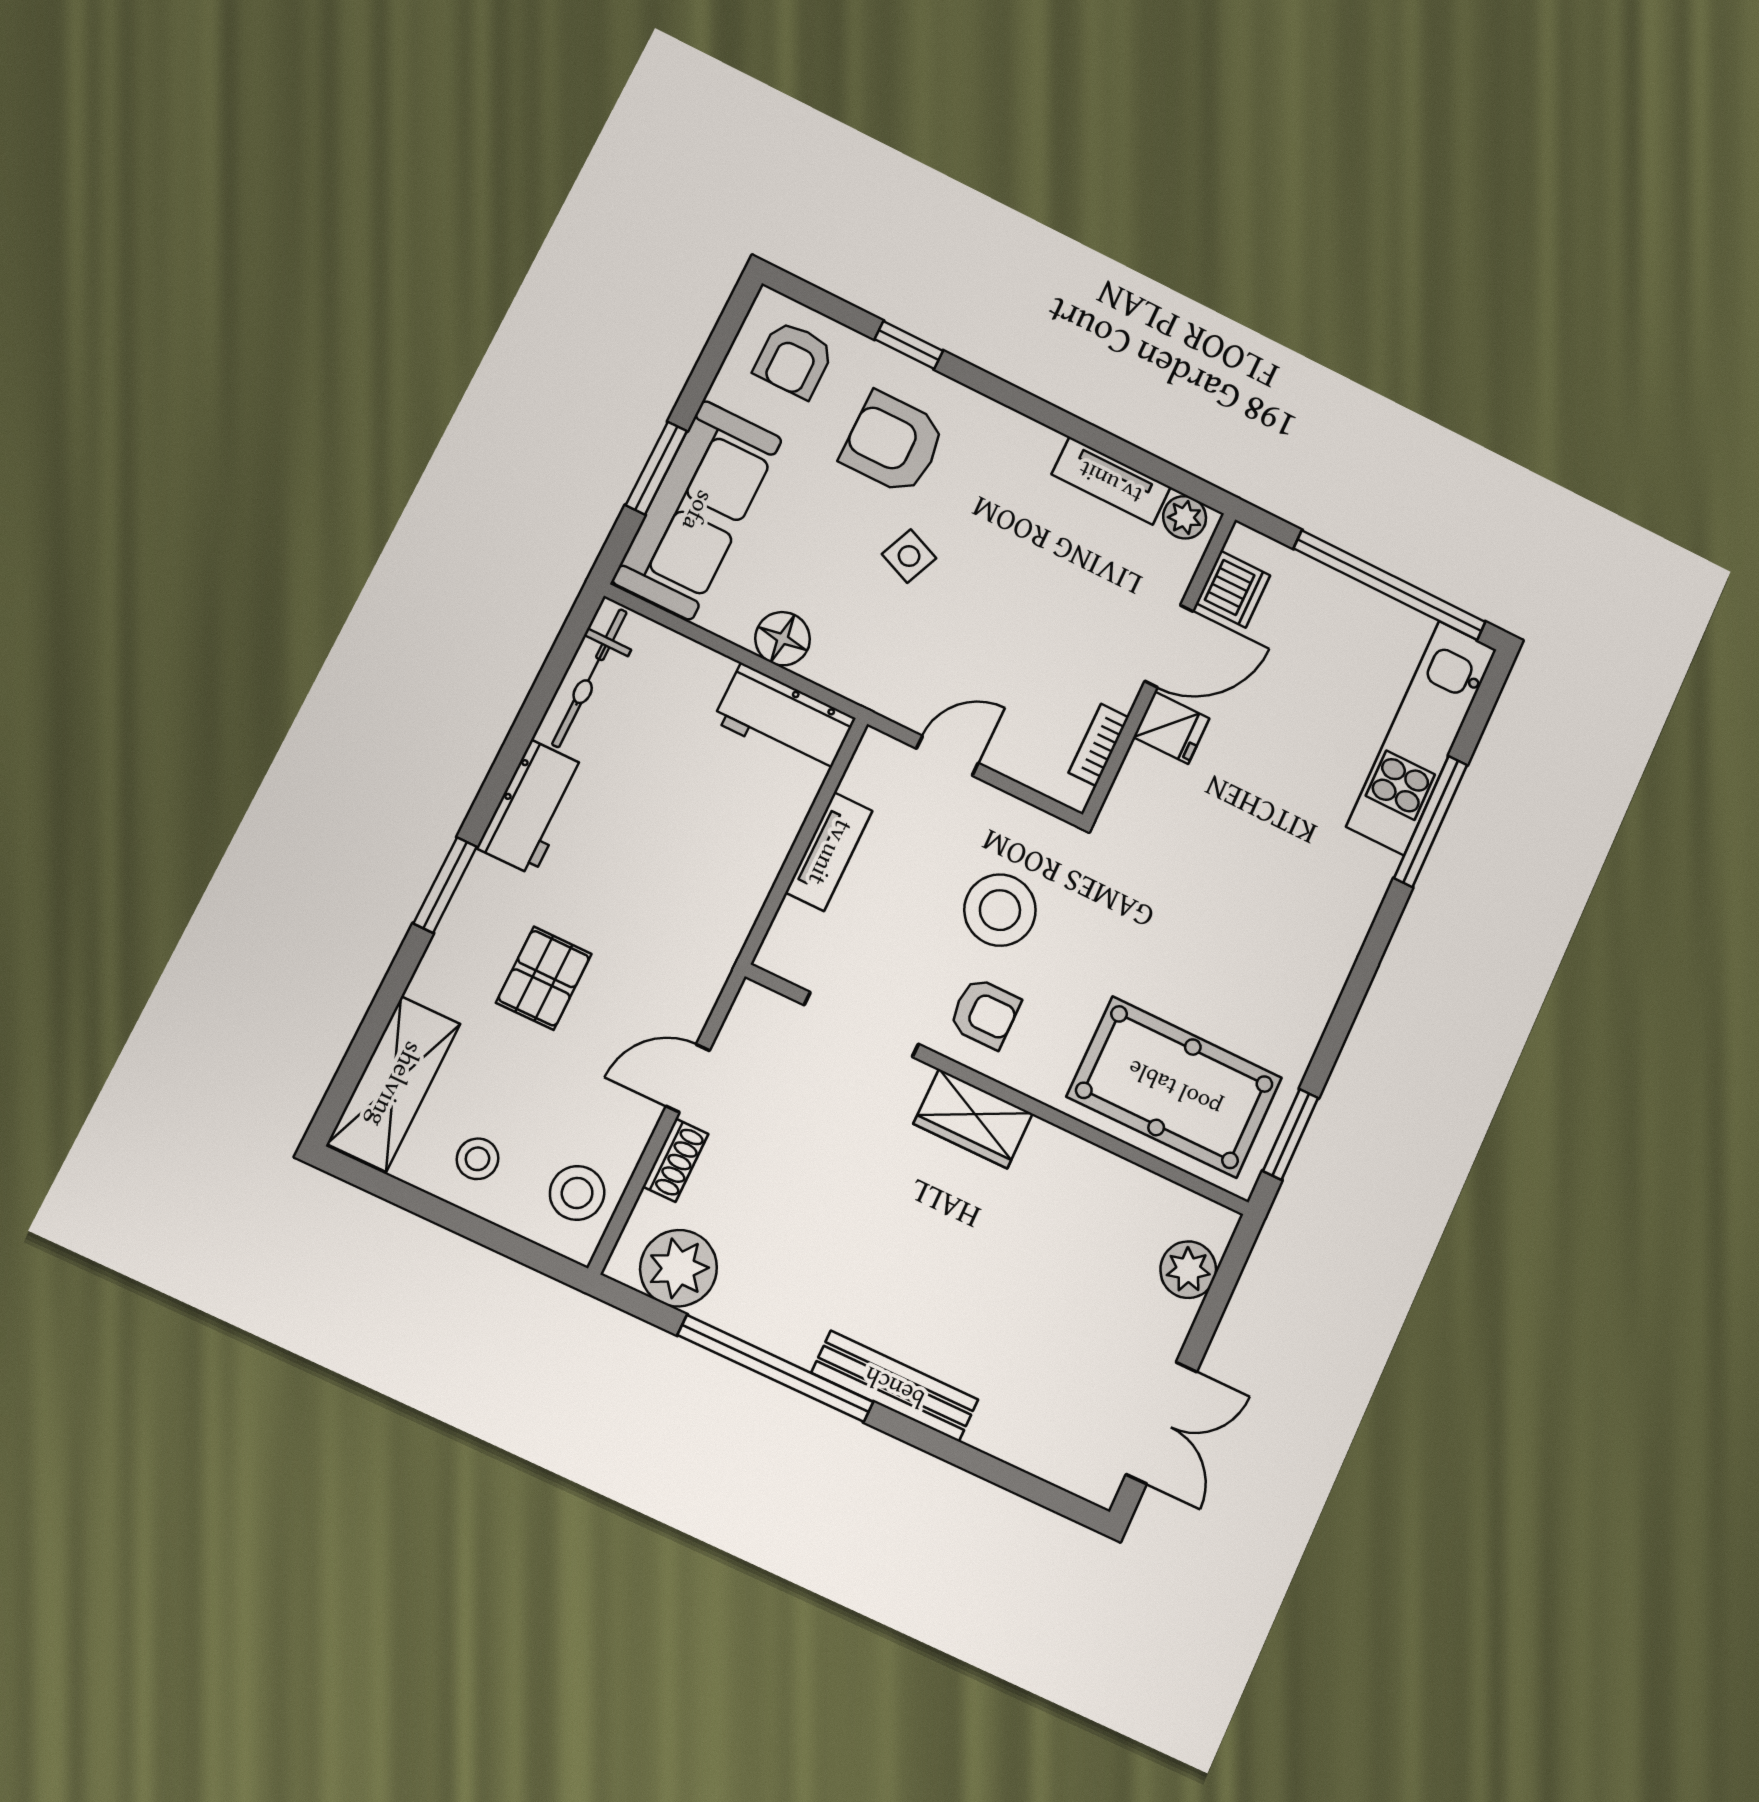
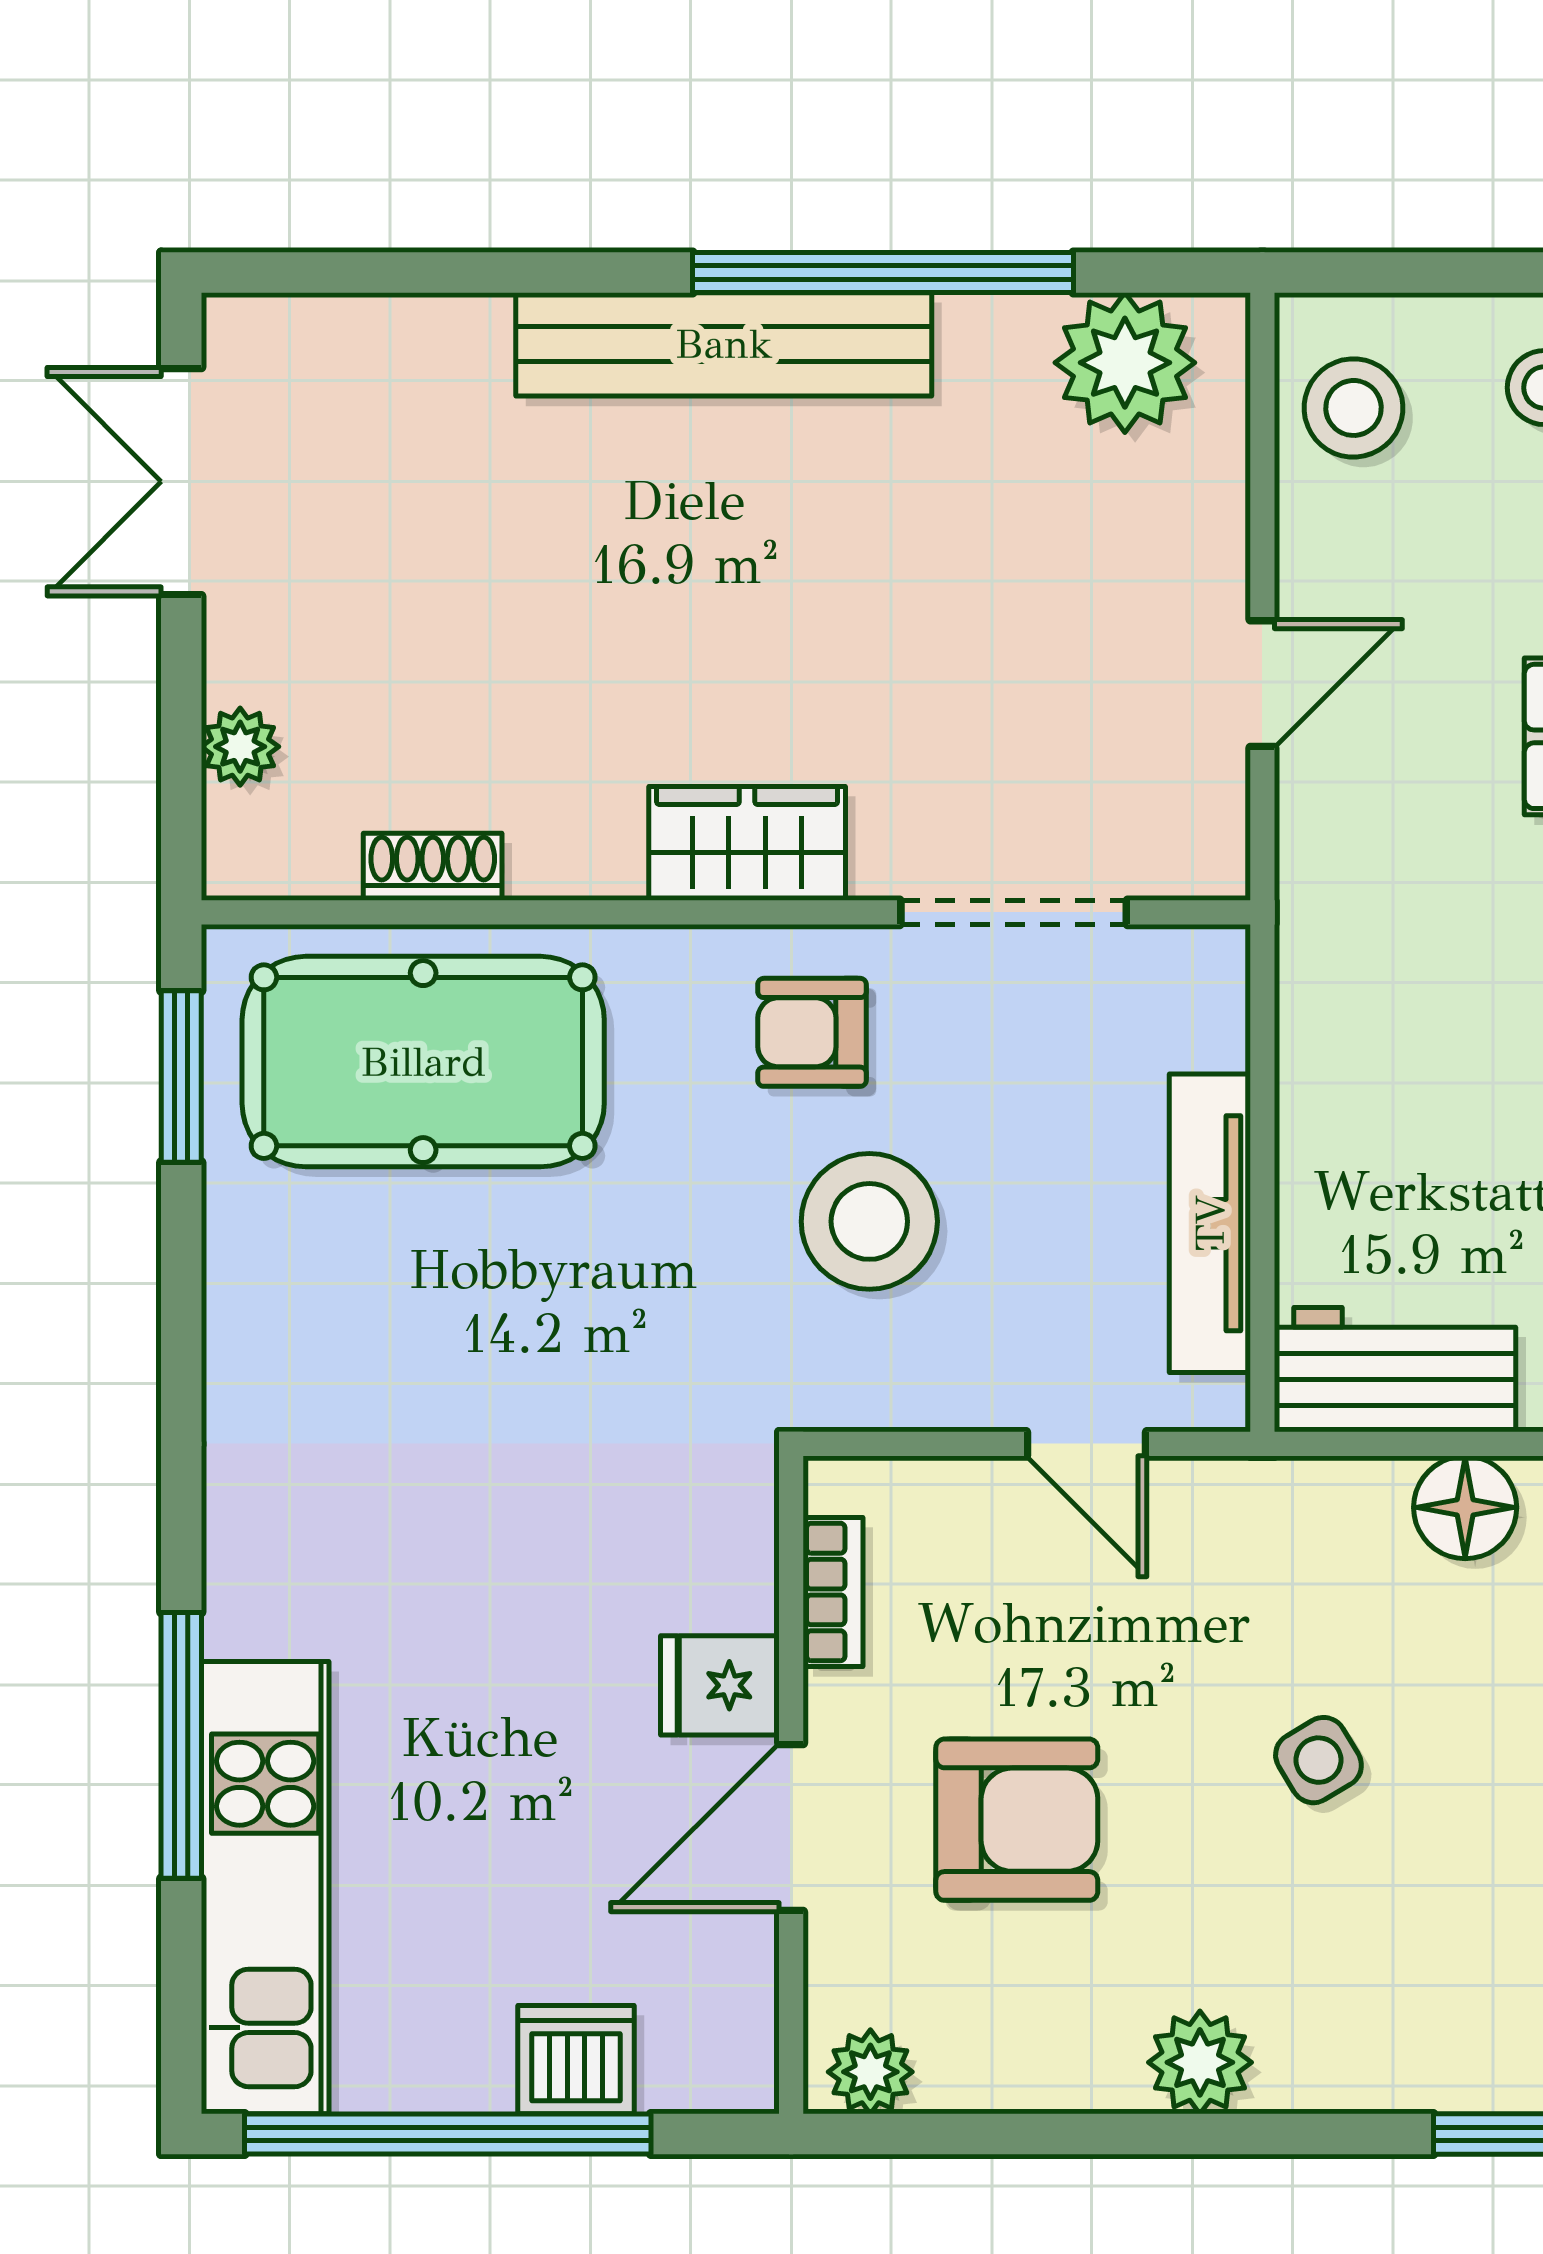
armchair: (893, 443) -> (1017, 1820), moved
plant: (1031, 446) -> (1200, 2062), added
tv unit: (1111, 481) -> (1030, 2072), removed
side table: (909, 556) -> (1318, 1760), turned 36
dishwasher: (1233, 589) -> (576, 2060), moved, turned 90
door: (947, 756) -> (1086, 1444), hinge flipped
tv unit: (829, 852) -> (1210, 1223), width x1.41
shoe rack: (676, 1160) -> (433, 867), moved, turned 90
plant: (1188, 1270) -> (240, 747), width x0.73, depth x0.73
bench: (895, 1386) -> (724, 344), width x1.37, depth x1.21

